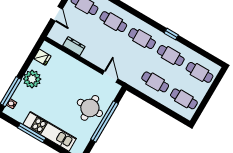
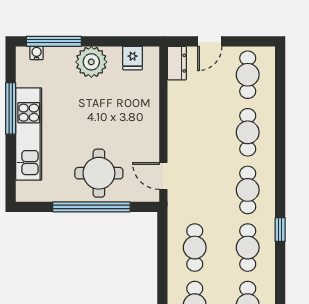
dresser: (74, 46) -> (177, 63), moved
door: (110, 77) -> (163, 176), swing flipped

